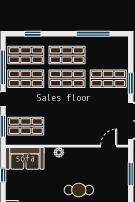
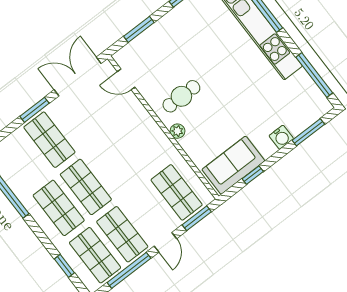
sofa: (25, 158) -> (233, 165), moved, turned -90
cafe table: (79, 190) -> (181, 96), moved, turned 90

